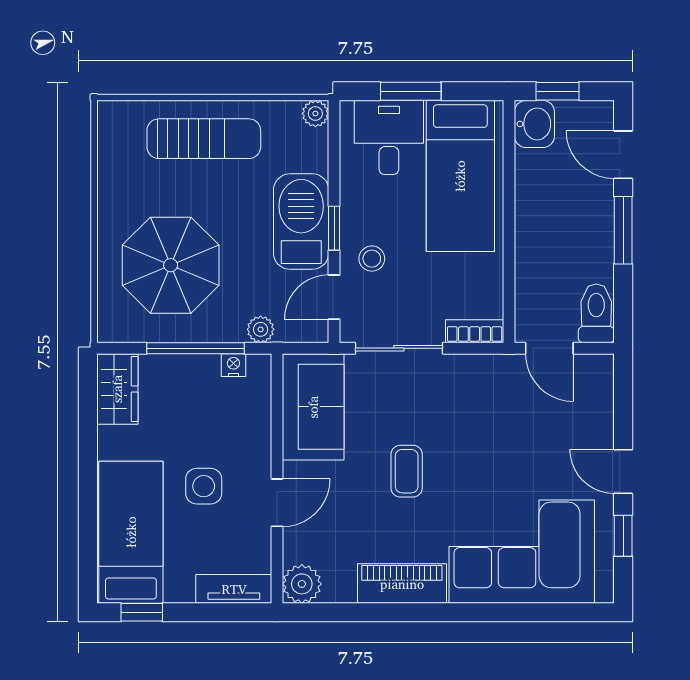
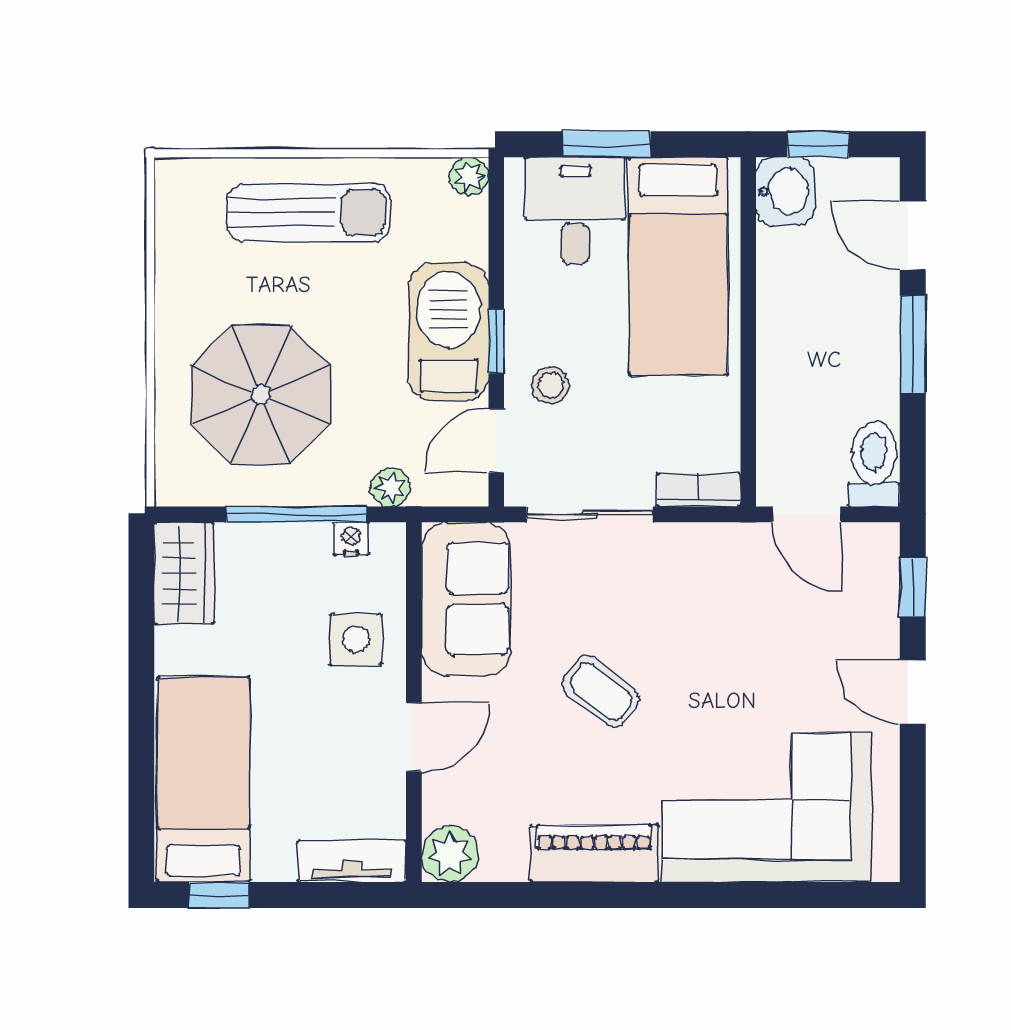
coffee table: (407, 471) -> (601, 692), turned -51
side table: (204, 486) -> (356, 639), moved
window: (623, 536) -> (913, 587), moved

